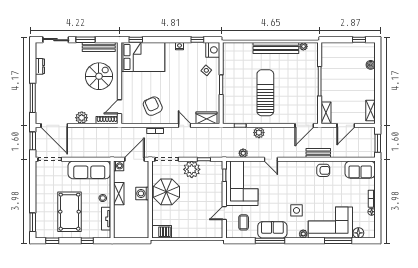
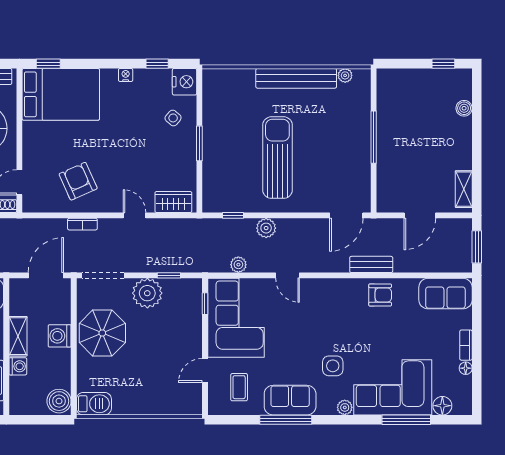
shelving: (326, 113) -> (385, 193), removed
washing machine: (119, 166) -> (18, 366), moved
boiler: (142, 230) -> (59, 401), added

